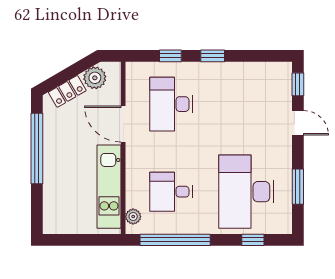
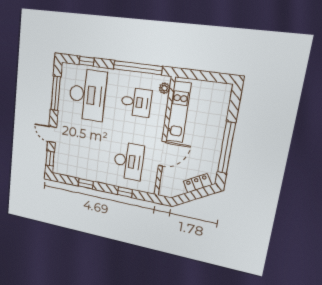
window: (213, 56) -> (86, 184), moved
plant: (95, 78) -> (177, 188), removed
door: (123, 124) -> (162, 154), hinge flipped
window: (298, 187) -> (56, 93), width x1.44

